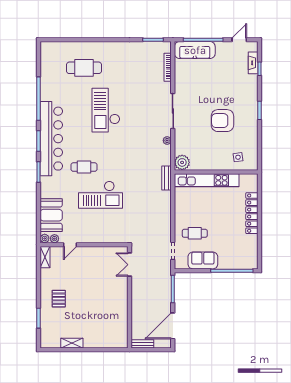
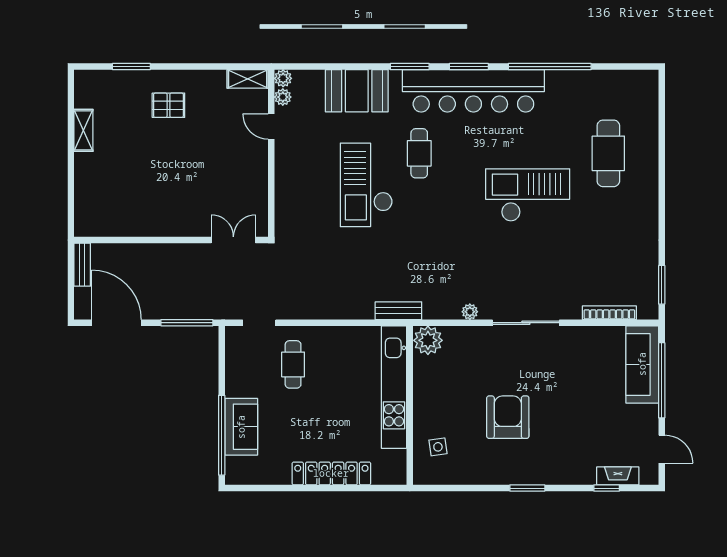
booth: (51, 215) -> (357, 91), moved
sofa: (203, 260) -> (241, 427), moved

